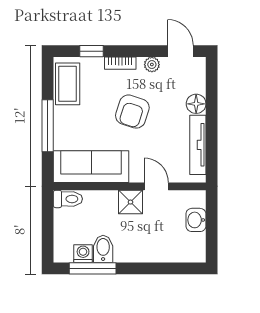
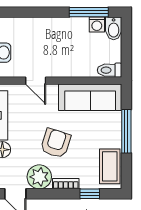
plant: (152, 65) -> (39, 177), width x1.88, depth x1.88
shower: (130, 202) -> (57, 68), removed
bidet: (103, 249) -> (114, 28), moved

